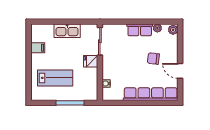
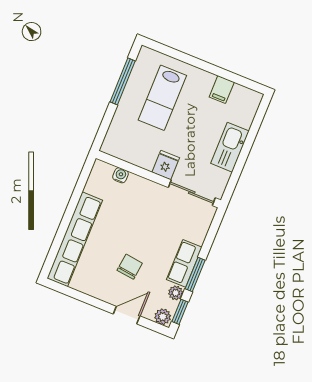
window: (143, 22) -> (195, 274), added
window: (167, 22) -> (180, 312), added
door: (180, 71) -> (127, 315), moved
window: (70, 103) -> (123, 81), moved

